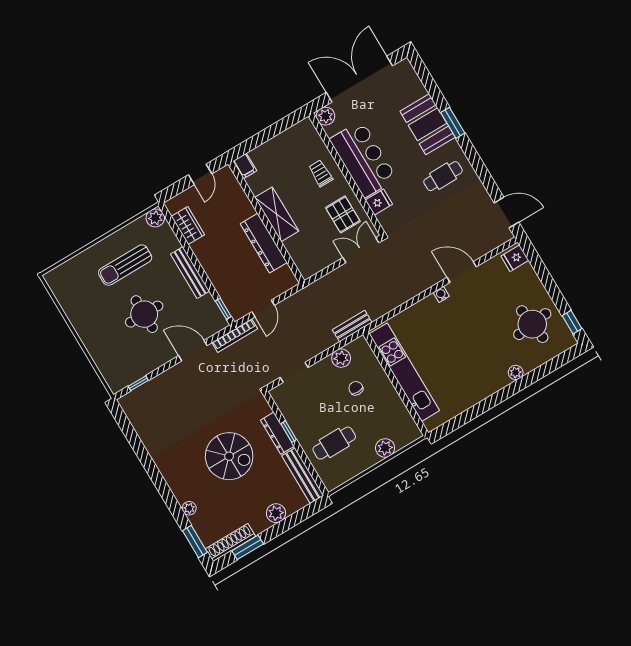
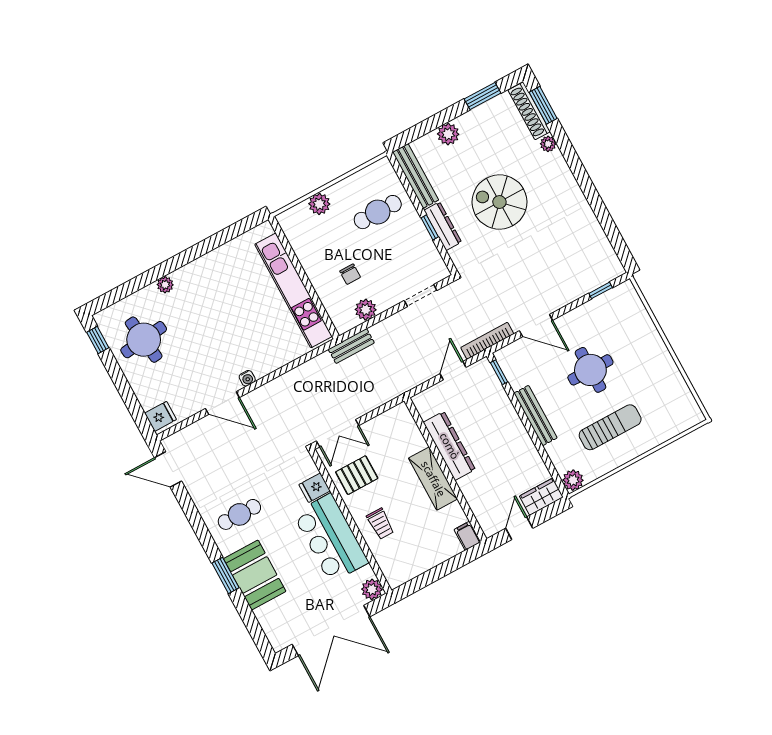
pallet: (343, 214) -> (357, 475), turned 90
wardrobe: (188, 226) -> (541, 497), moved, turned 90
shoe rack: (230, 543) -> (529, 111), moved, turned 90

